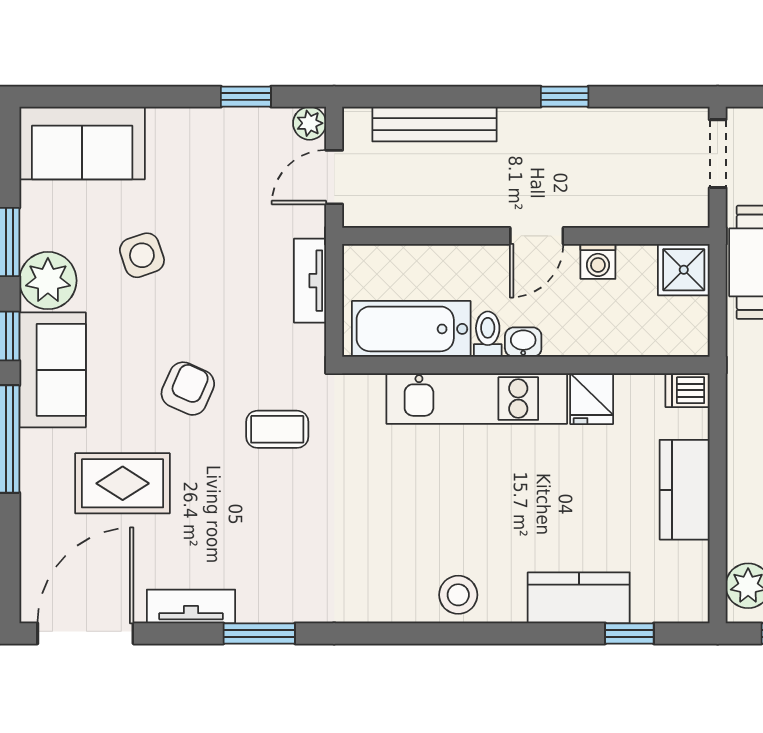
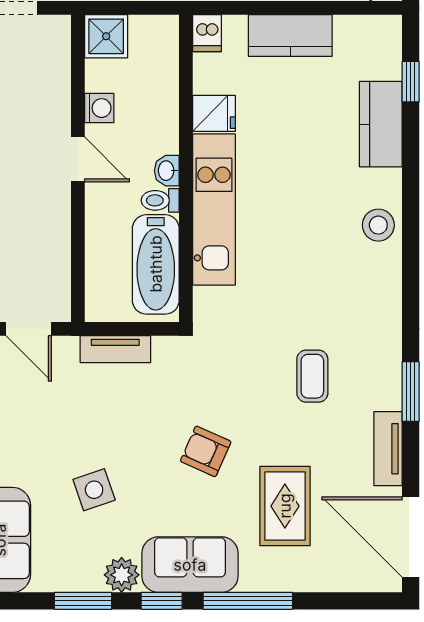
plant: (48, 281) -> (122, 575), width x0.73, depth x0.73
coffee table: (277, 429) -> (312, 376), moved

